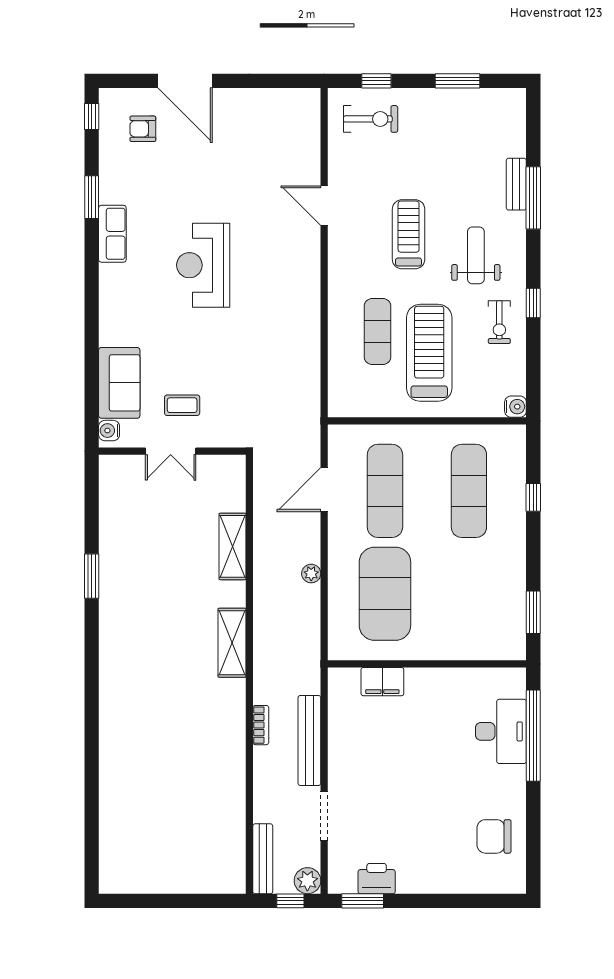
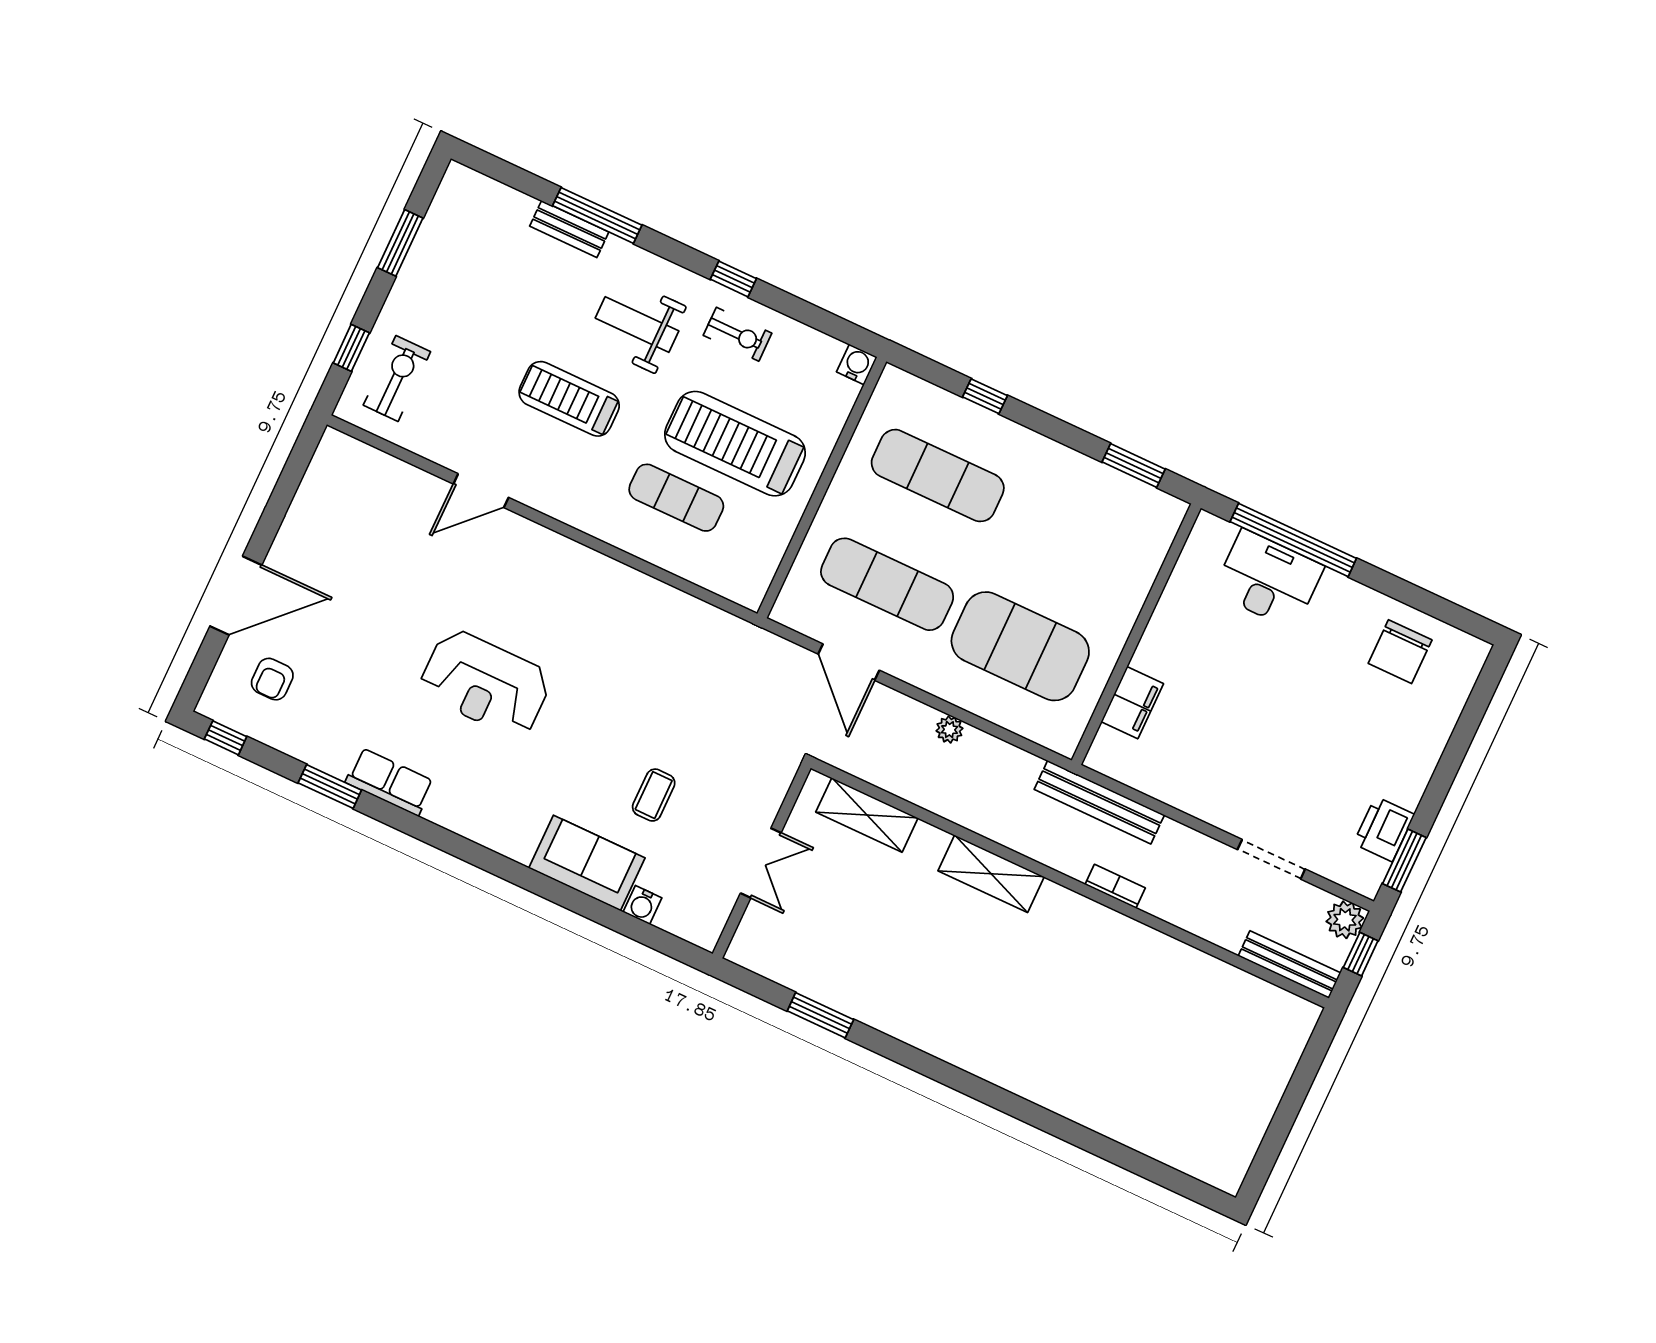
double door: (171, 451) -> (761, 863), moved
wall: (172, 451) -> (762, 861), moved
bench: (309, 740) -> (1099, 802), moved

